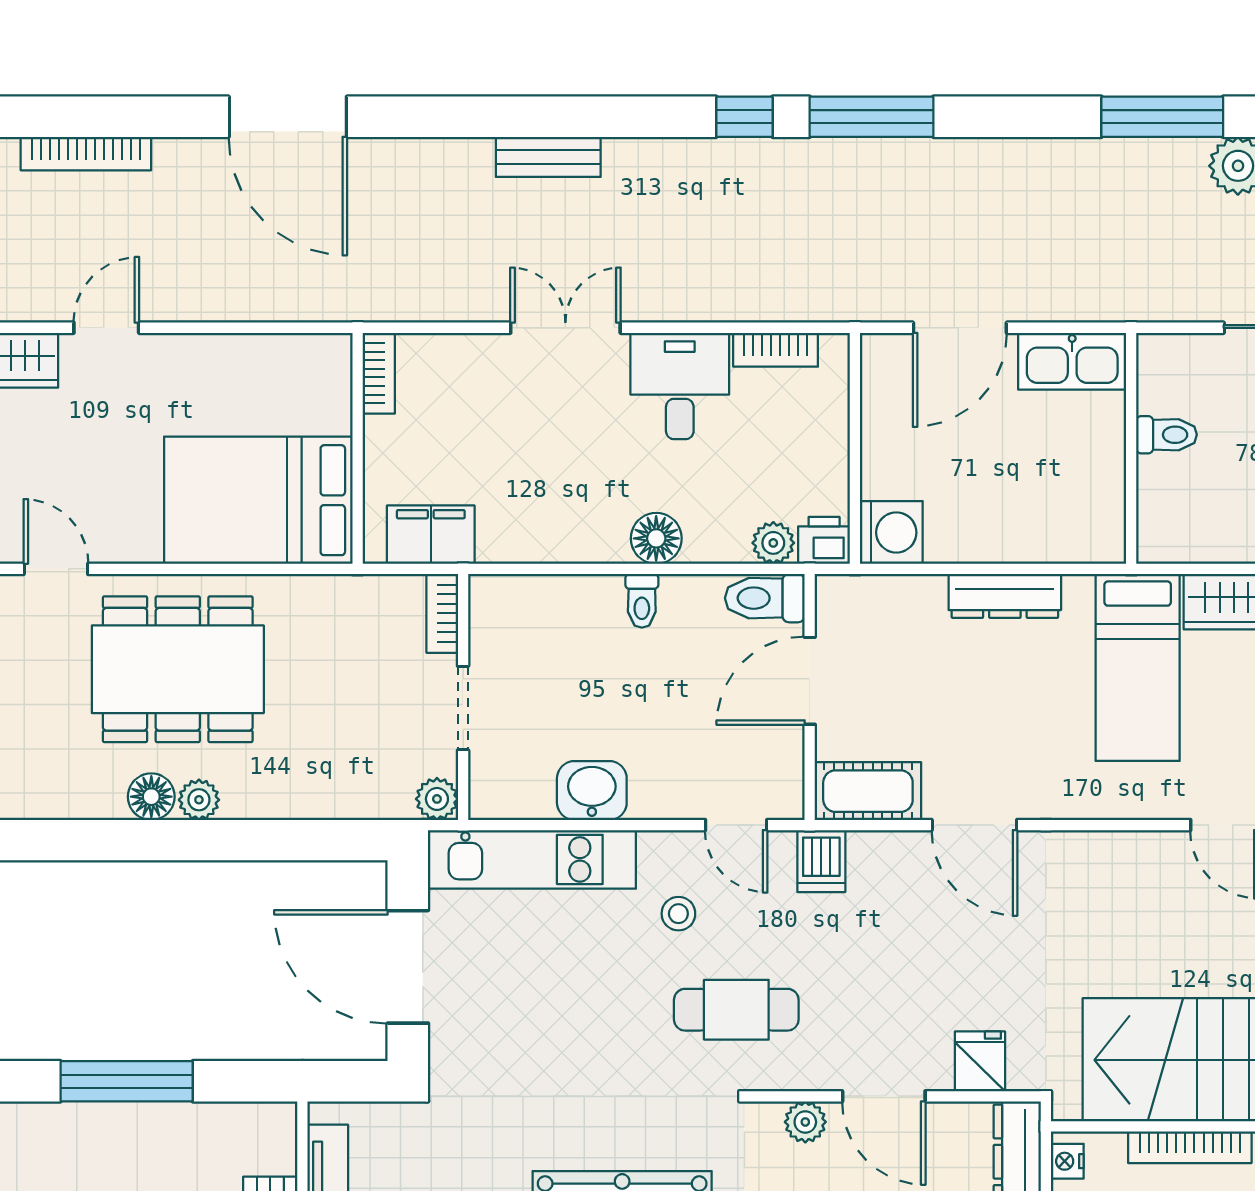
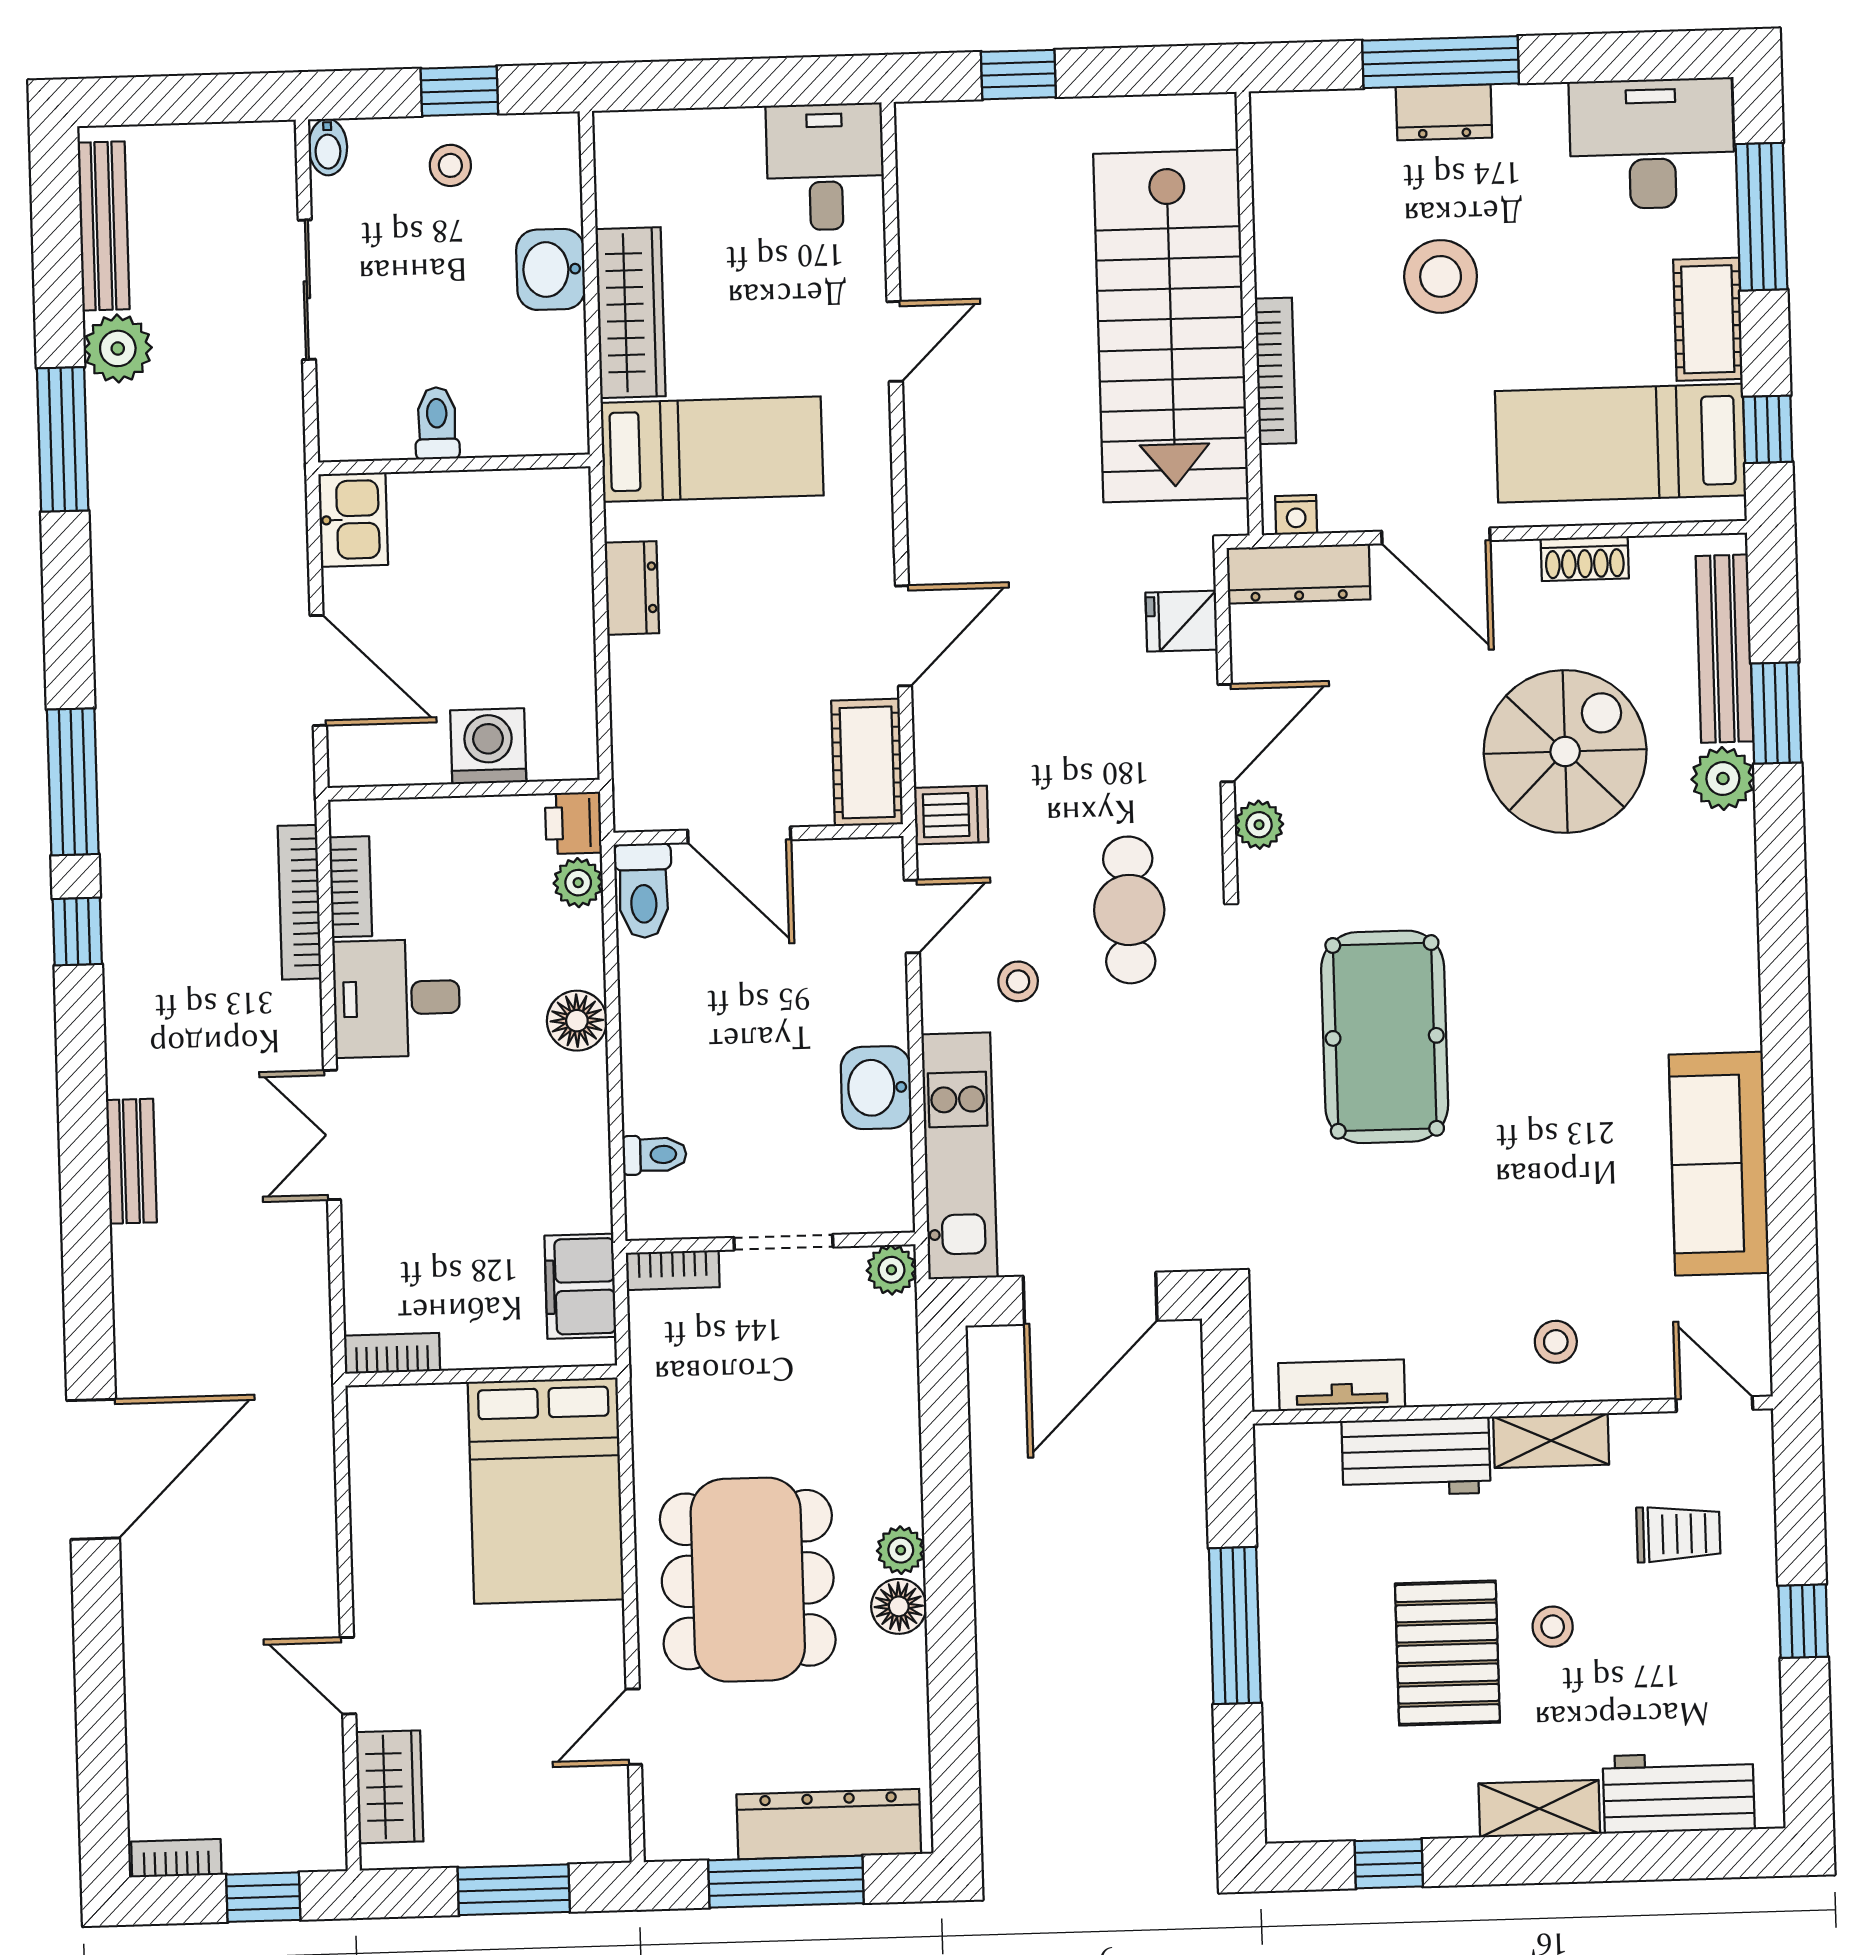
bookcase: (86, 154) -> (299, 902), moved, turned 180
kitchen sink: (1072, 361) -> (353, 520), width x0.73
washing machine: (891, 532) -> (488, 746), moved
dresser: (1005, 596) -> (632, 588), width x0.70
toilet: (642, 601) -> (654, 1155), moved

